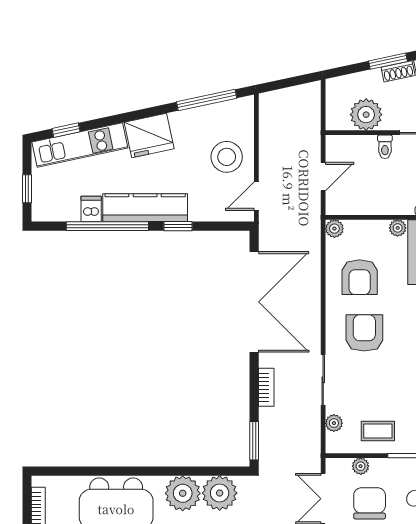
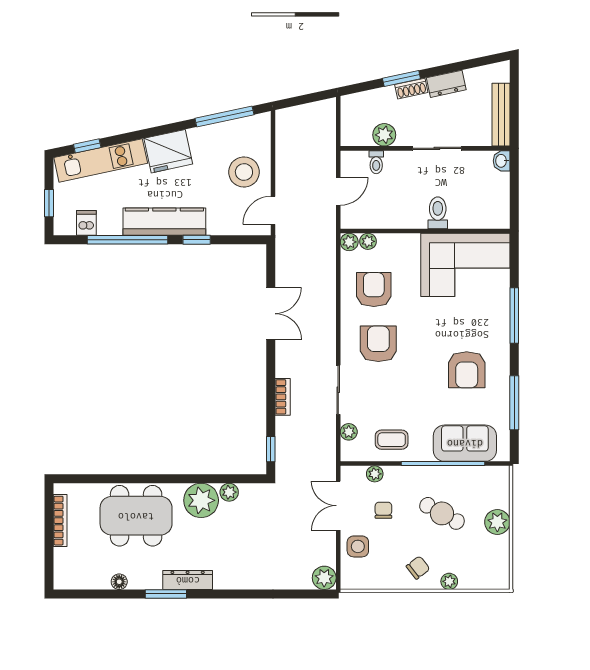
plant: (366, 115) -> (384, 135), width x0.73, depth x0.73
toilet: (385, 147) -> (376, 162), moved
dishwasher: (91, 209) -> (86, 223), moved
plant: (398, 228) -> (368, 241), moved
armchair: (360, 277) -> (374, 289), turned 180
double door: (254, 302) -> (271, 314), width x0.54
window: (254, 441) -> (271, 449), width x0.67
plant: (220, 493) -> (229, 492), width x0.53, depth x0.53
chair: (370, 503) -> (383, 510), width x0.54, depth x0.54

